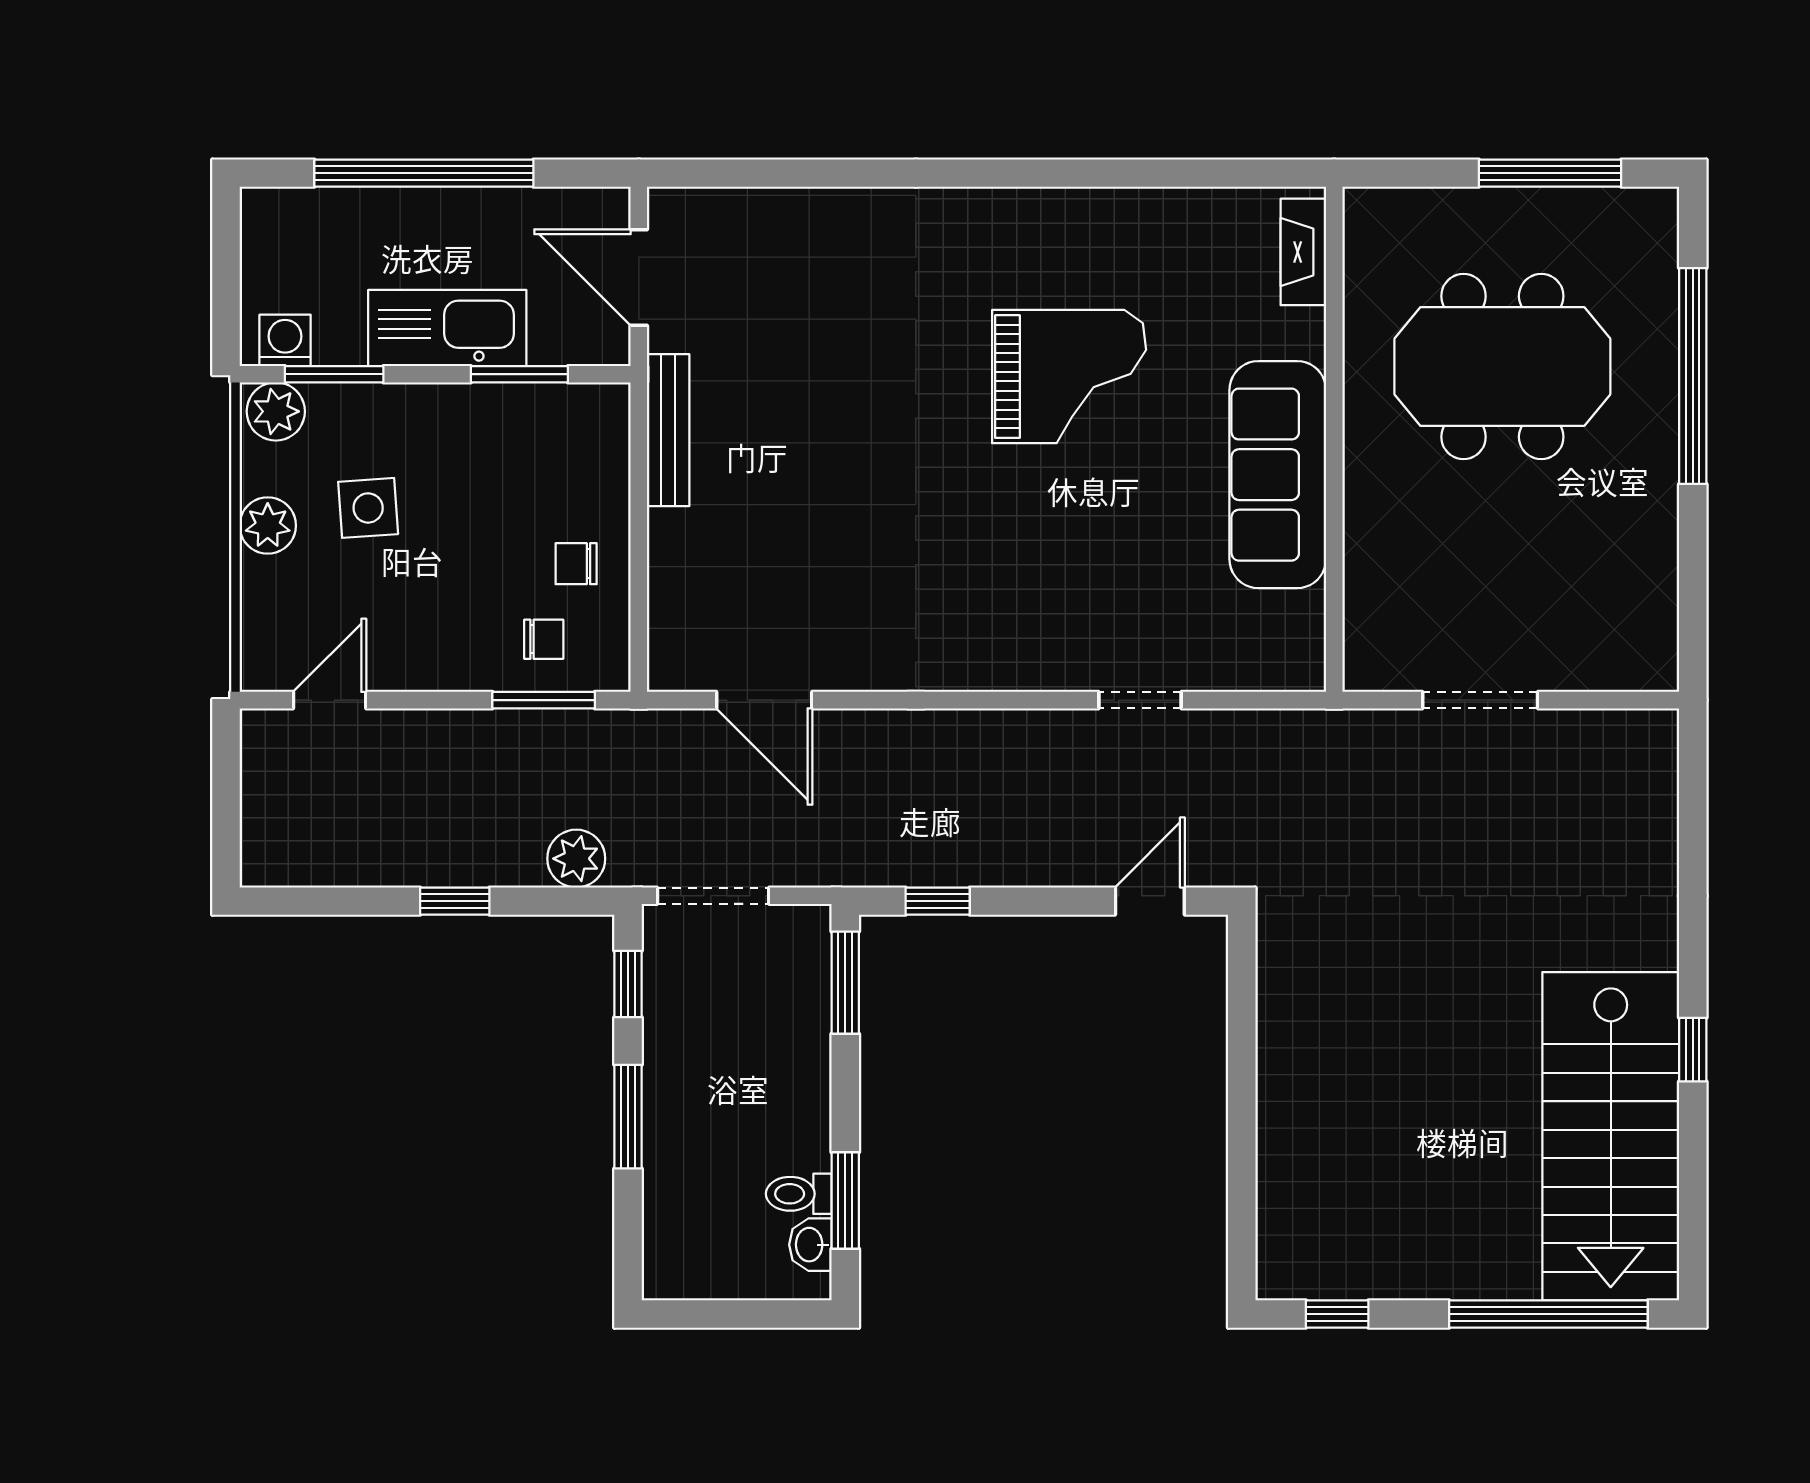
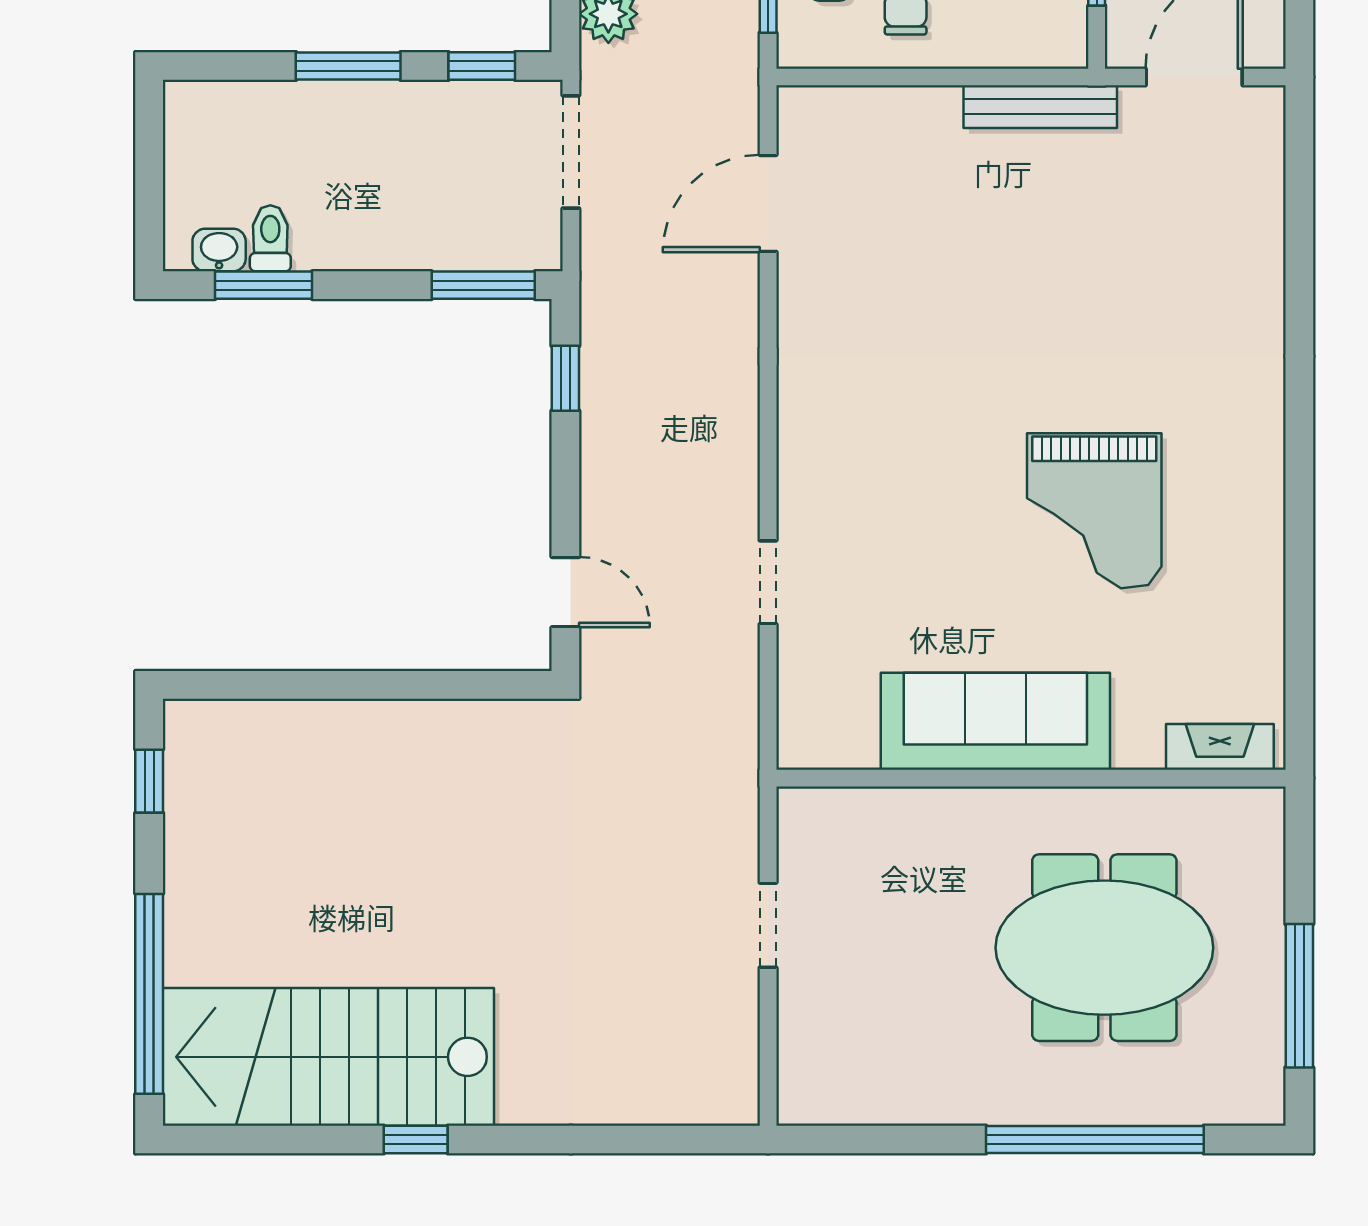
meeting table: (1502, 366) -> (1104, 948), turned 90
doorway: (1480, 700) -> (768, 925), width x0.73

